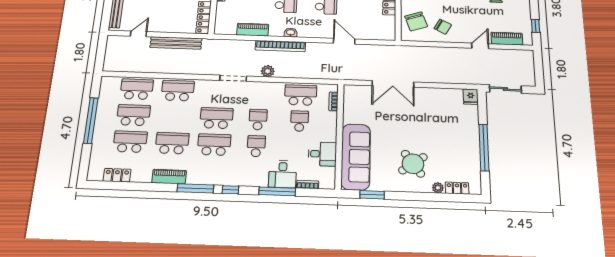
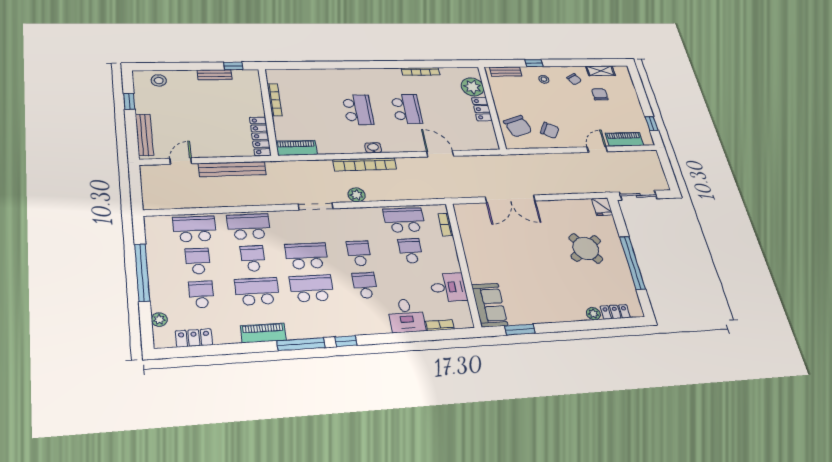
piano: (253, 30) -> (296, 148), moved
school desk: (133, 115) -> (198, 261), width x0.54
school desk: (175, 117) -> (253, 258), added
school desk: (130, 142) -> (201, 294), width x0.54
sofa: (356, 157) -> (490, 305), width x0.54, depth x0.79
plant: (95, 158) -> (159, 320), added
round table: (413, 164) -> (586, 248), moved
window: (277, 191) -> (405, 337), removed

